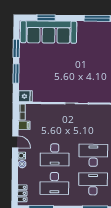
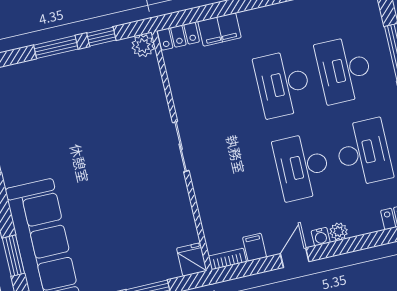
desk: (55, 155) -> (302, 167), turned 180

